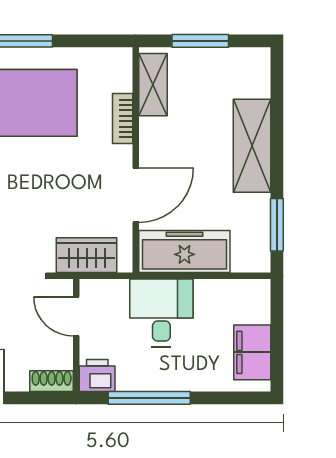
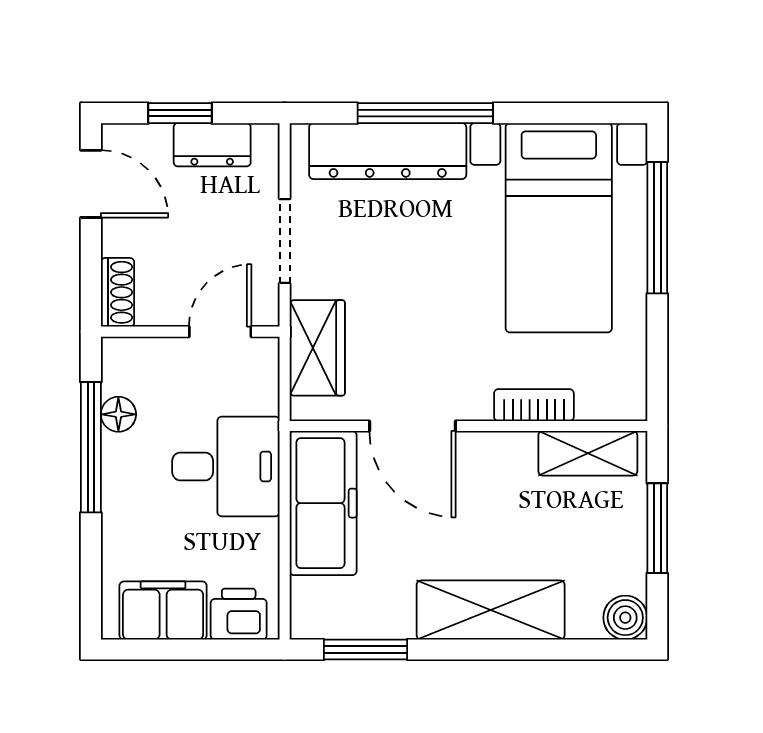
boiler: (257, 61) -> (625, 618), added
printer: (97, 376) -> (239, 614), moved, turned -90
floor lamp: (128, 381) -> (118, 414), added

